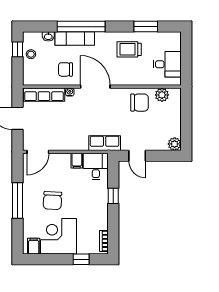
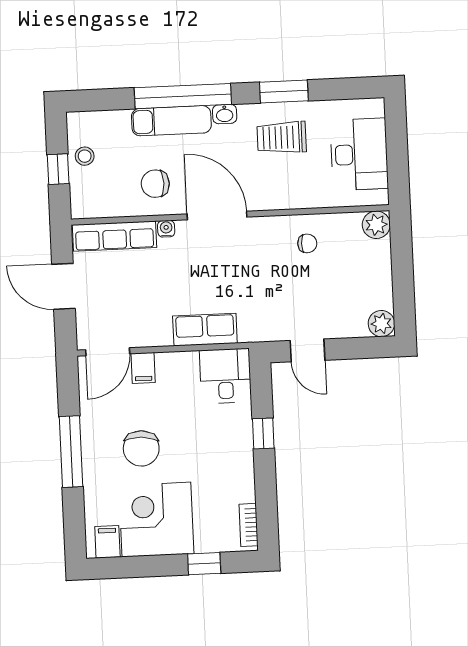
window: (146, 27) -> (284, 91), moved
washbasin: (48, 36) -> (225, 114), moved
window: (18, 49) -> (58, 169), moved
desk: (167, 64) -> (359, 154), width x1.37
plant: (162, 95) -> (376, 225), moved
chair: (140, 103) -> (307, 243), width x0.54, depth x0.54
row of seats: (105, 143) -> (205, 330), moved
filing cabinet: (77, 161) -> (143, 368), moved

